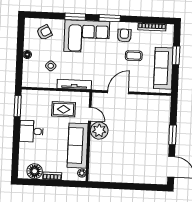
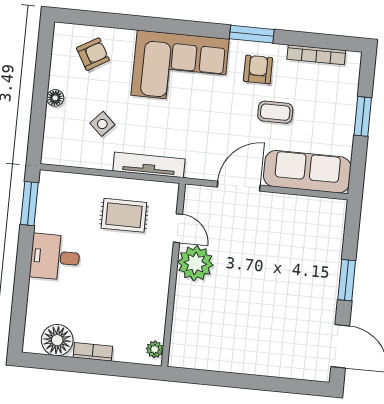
window: (75, 17) -> (158, 25), removed
window: (110, 18) -> (252, 34), moved
sofa: (163, 68) -> (307, 172), moved, turned 90
sofa: (78, 146) -> (149, 292), removed

